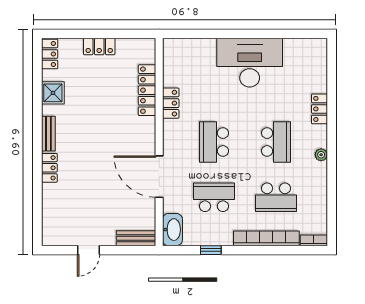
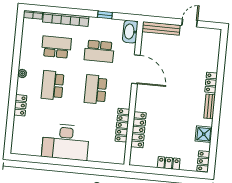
locker: (171, 103) -> (122, 125), width x1.53
school desk: (214, 142) -> (96, 89), turned 180
bench: (136, 238) -> (161, 28), width x1.36

